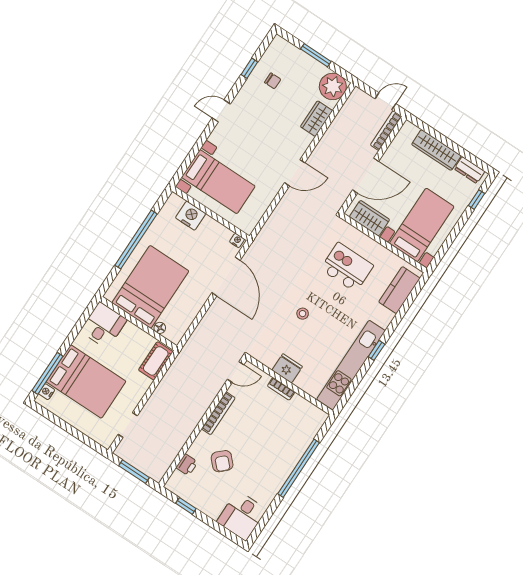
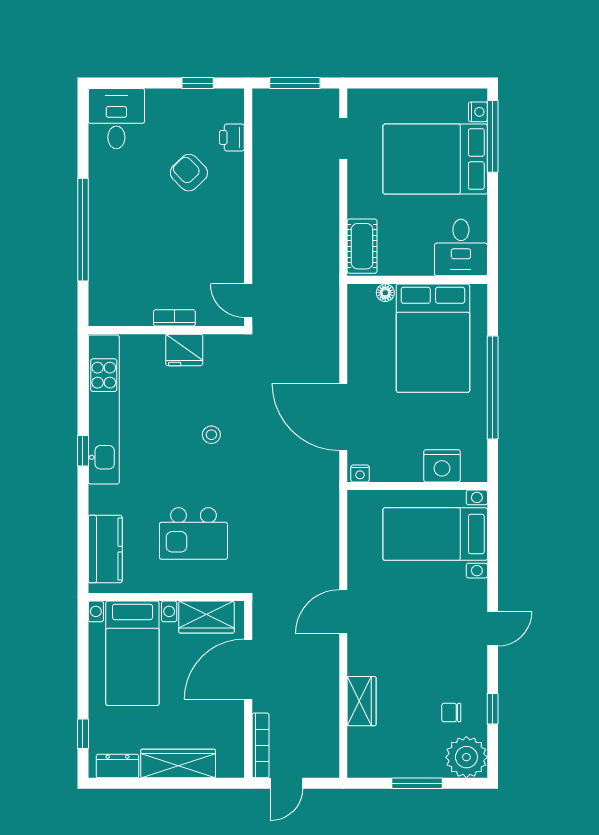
plant: (333, 86) -> (466, 757), moved
door: (236, 372) -> (248, 301), hinge flipped
bookcase: (218, 413) -> (235, 232), removed

